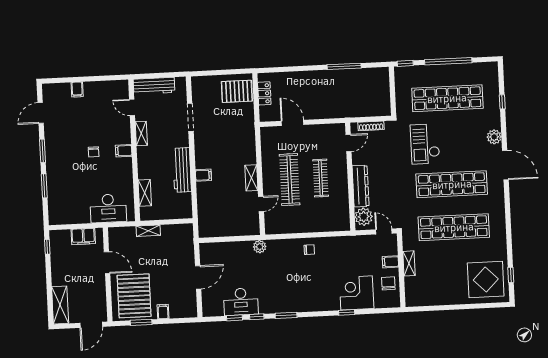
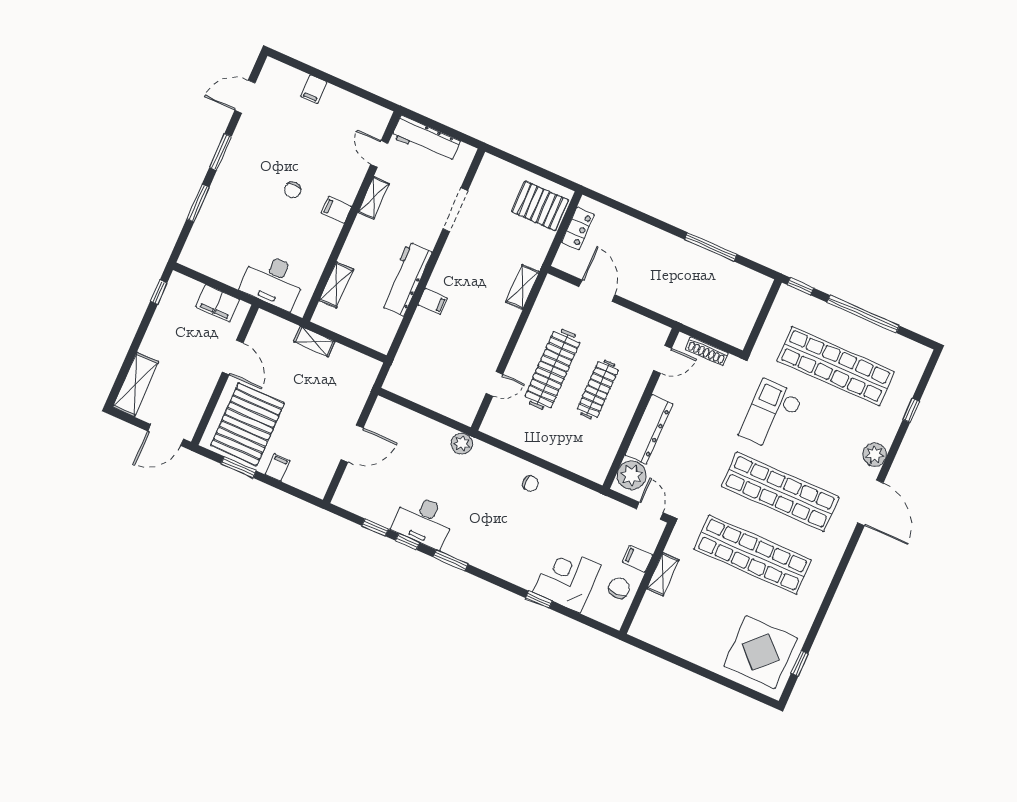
shelving: (251, 178) -> (522, 287), moved
desk: (241, 302) -> (423, 521), moved

